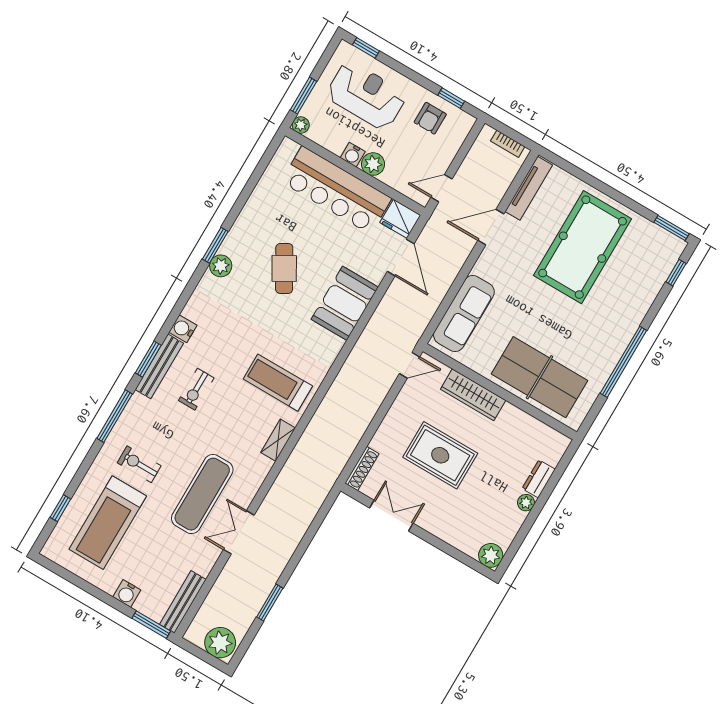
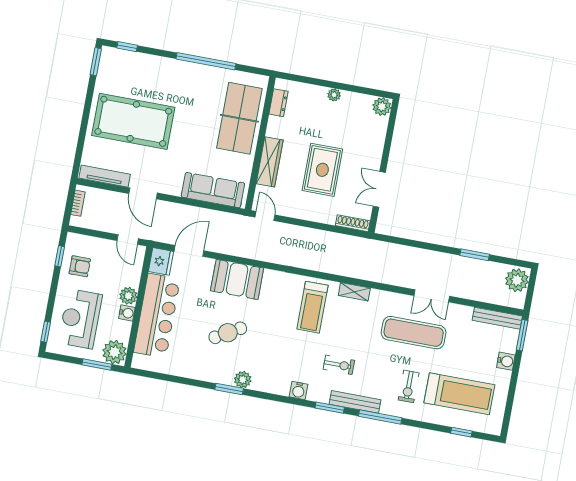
plant: (301, 125) -> (114, 352), width x1.87, depth x1.87
bench: (159, 366) -> (355, 402), moved
dresser: (539, 479) -> (279, 103), moved, turned -90

